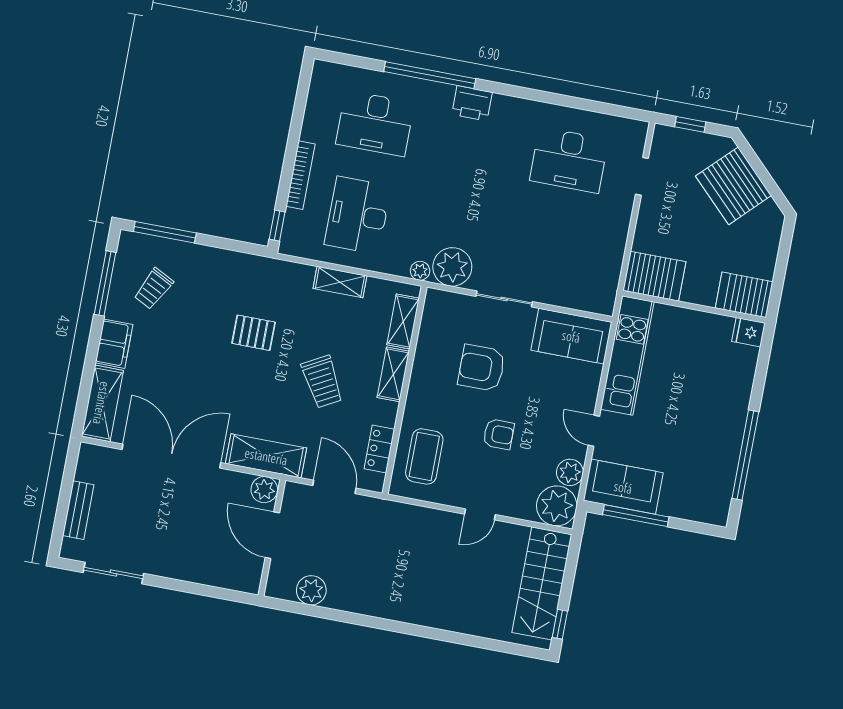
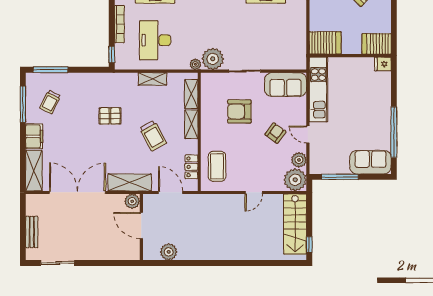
armchair: (499, 434) -> (275, 133), moved, turned -53
sofa: (623, 487) -> (370, 162), moved

